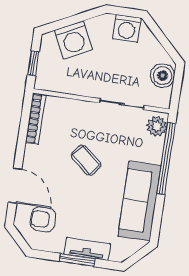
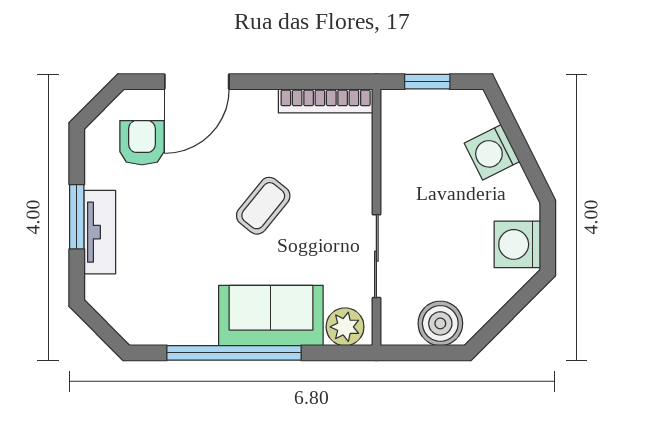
washing machine: (73, 40) -> (492, 152), width x0.73, depth x0.73
window: (166, 158) -> (234, 353), moved
sofa: (140, 201) -> (271, 316), moved, width x0.73

